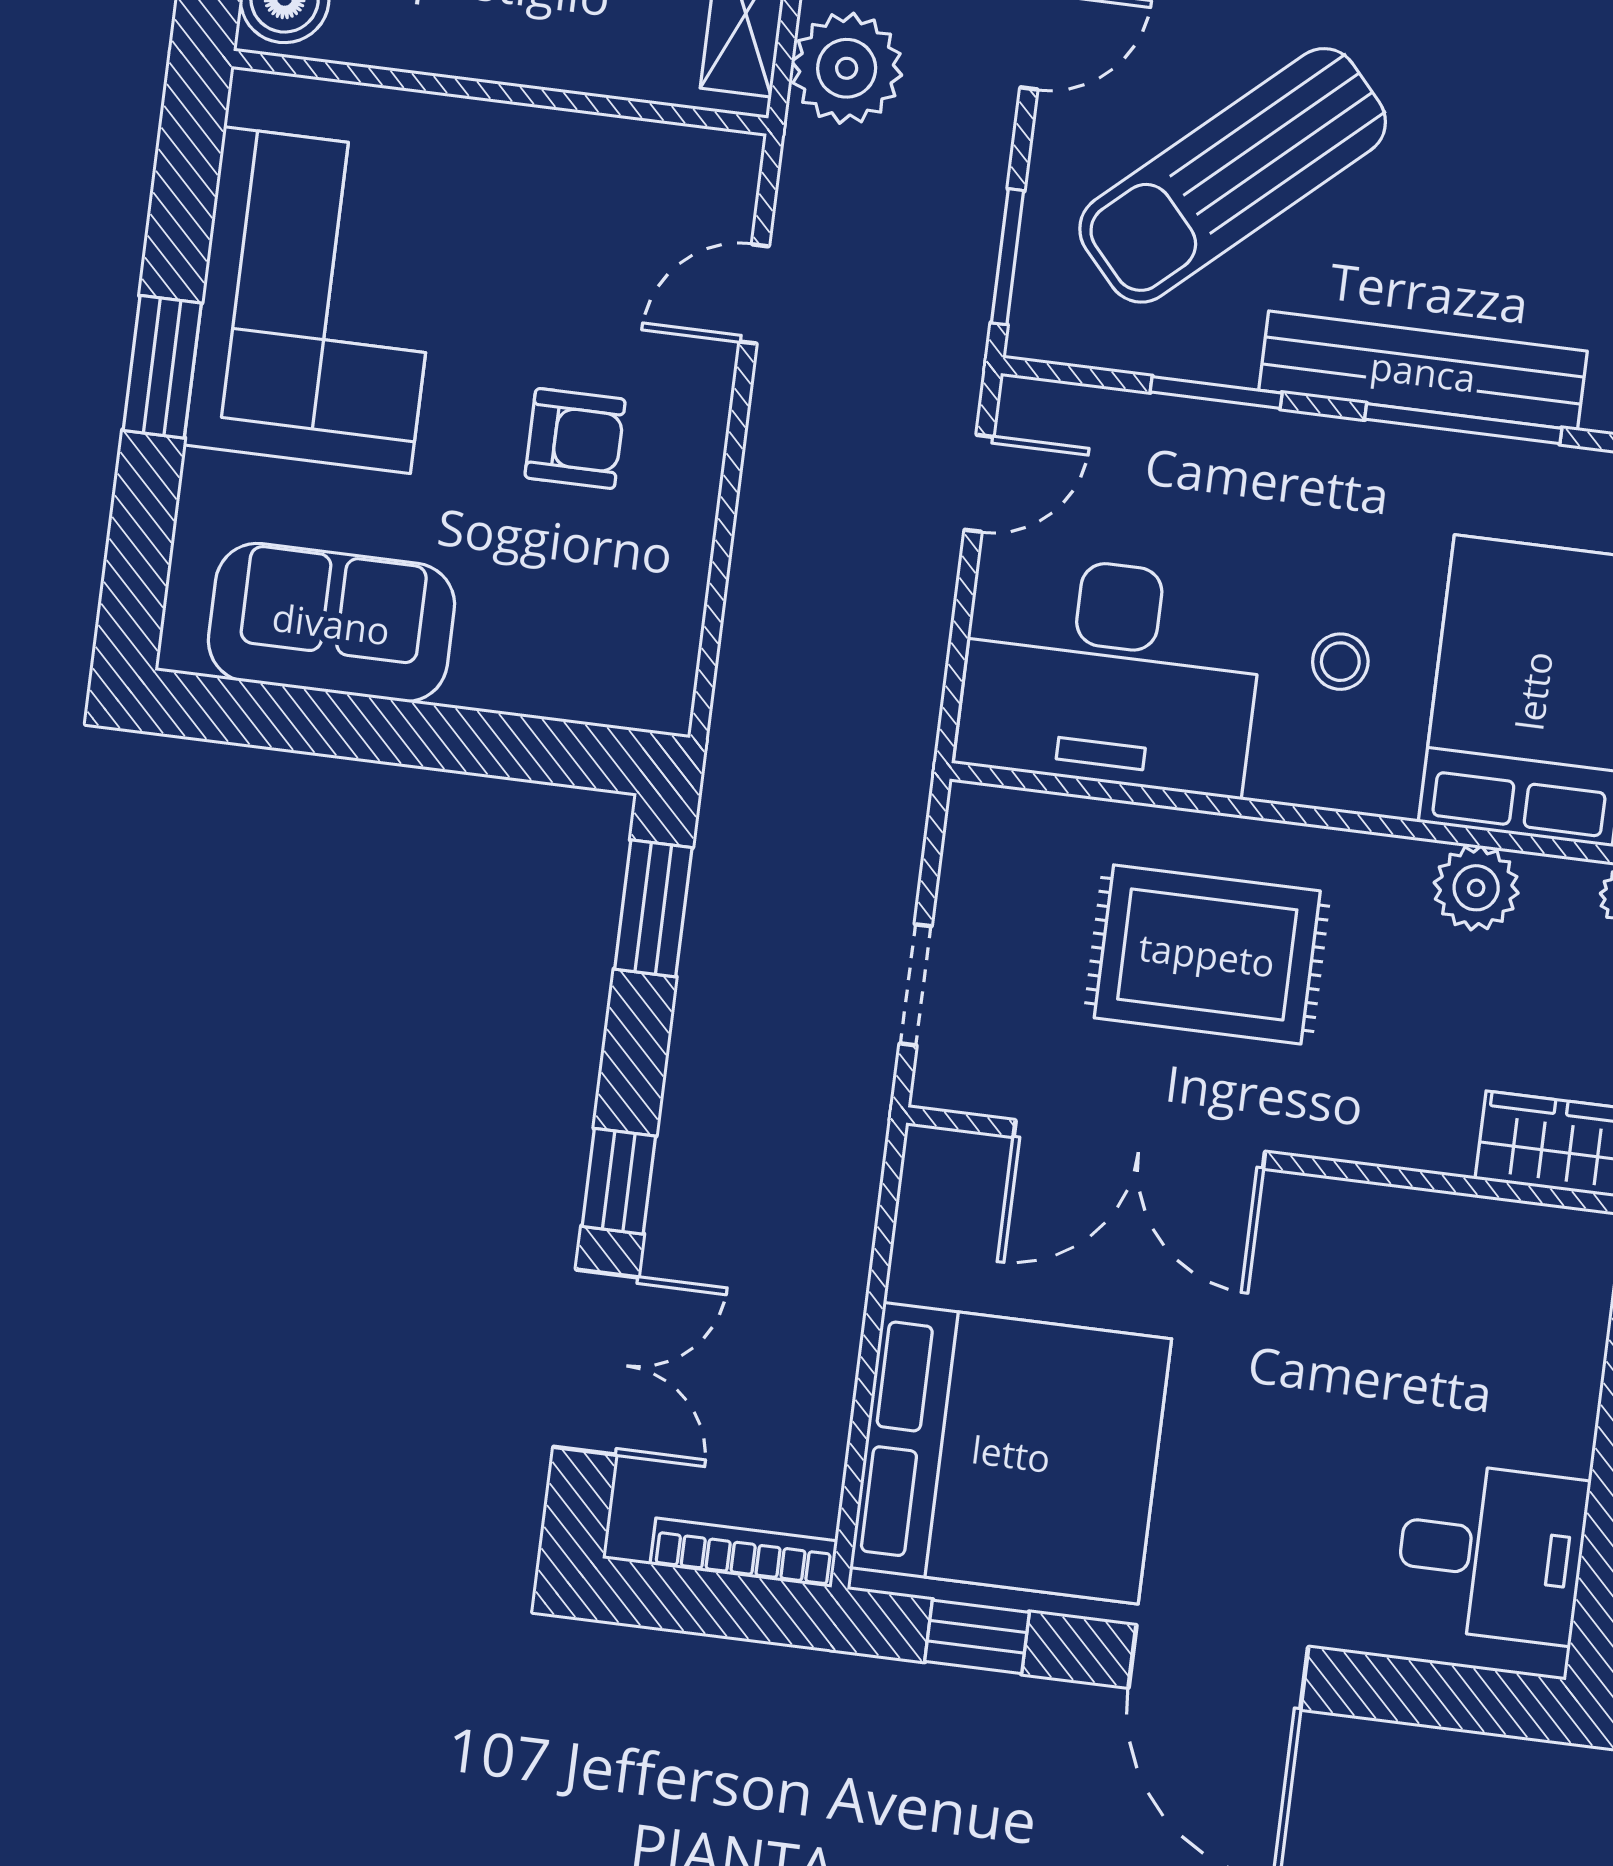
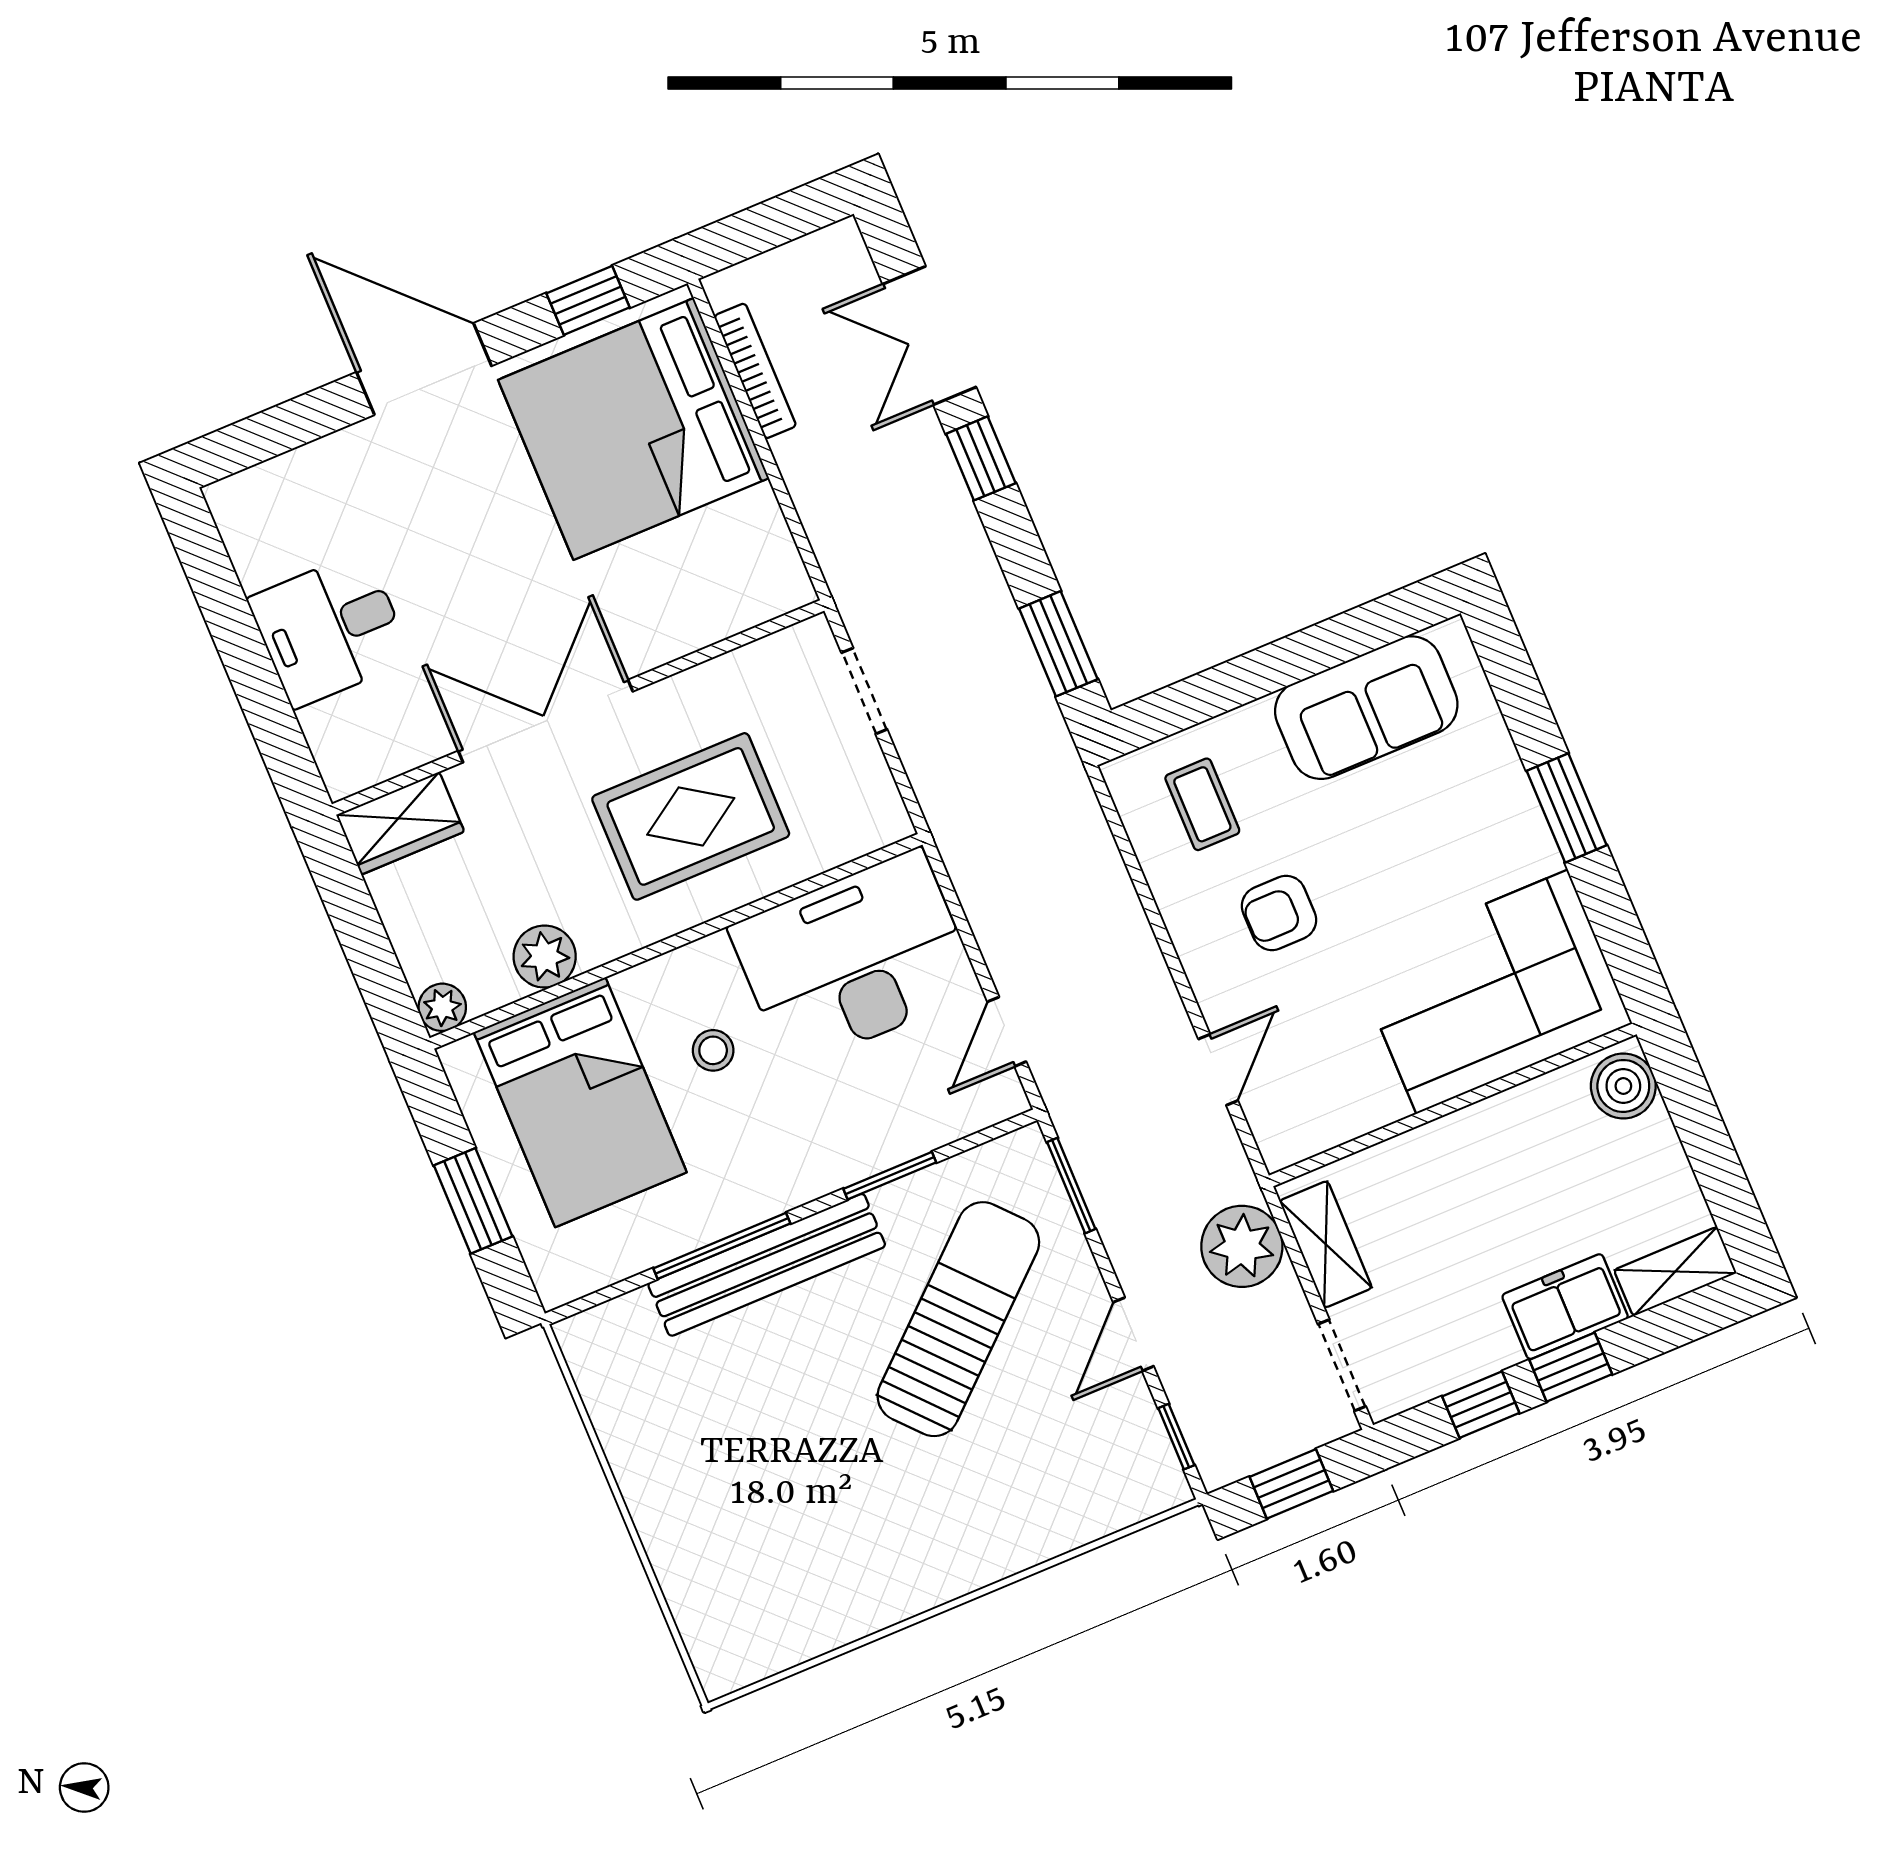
corner sofa: (317, 300) -> (1492, 992), moved, turned 90
coffee table: (592, 620) -> (1202, 804), added
double door: (1139, 1144) -> (546, 721), moved
bookcase: (744, 1553) -> (755, 371), moved, turned -90
desk: (1491, 1553) -> (330, 629), moved

